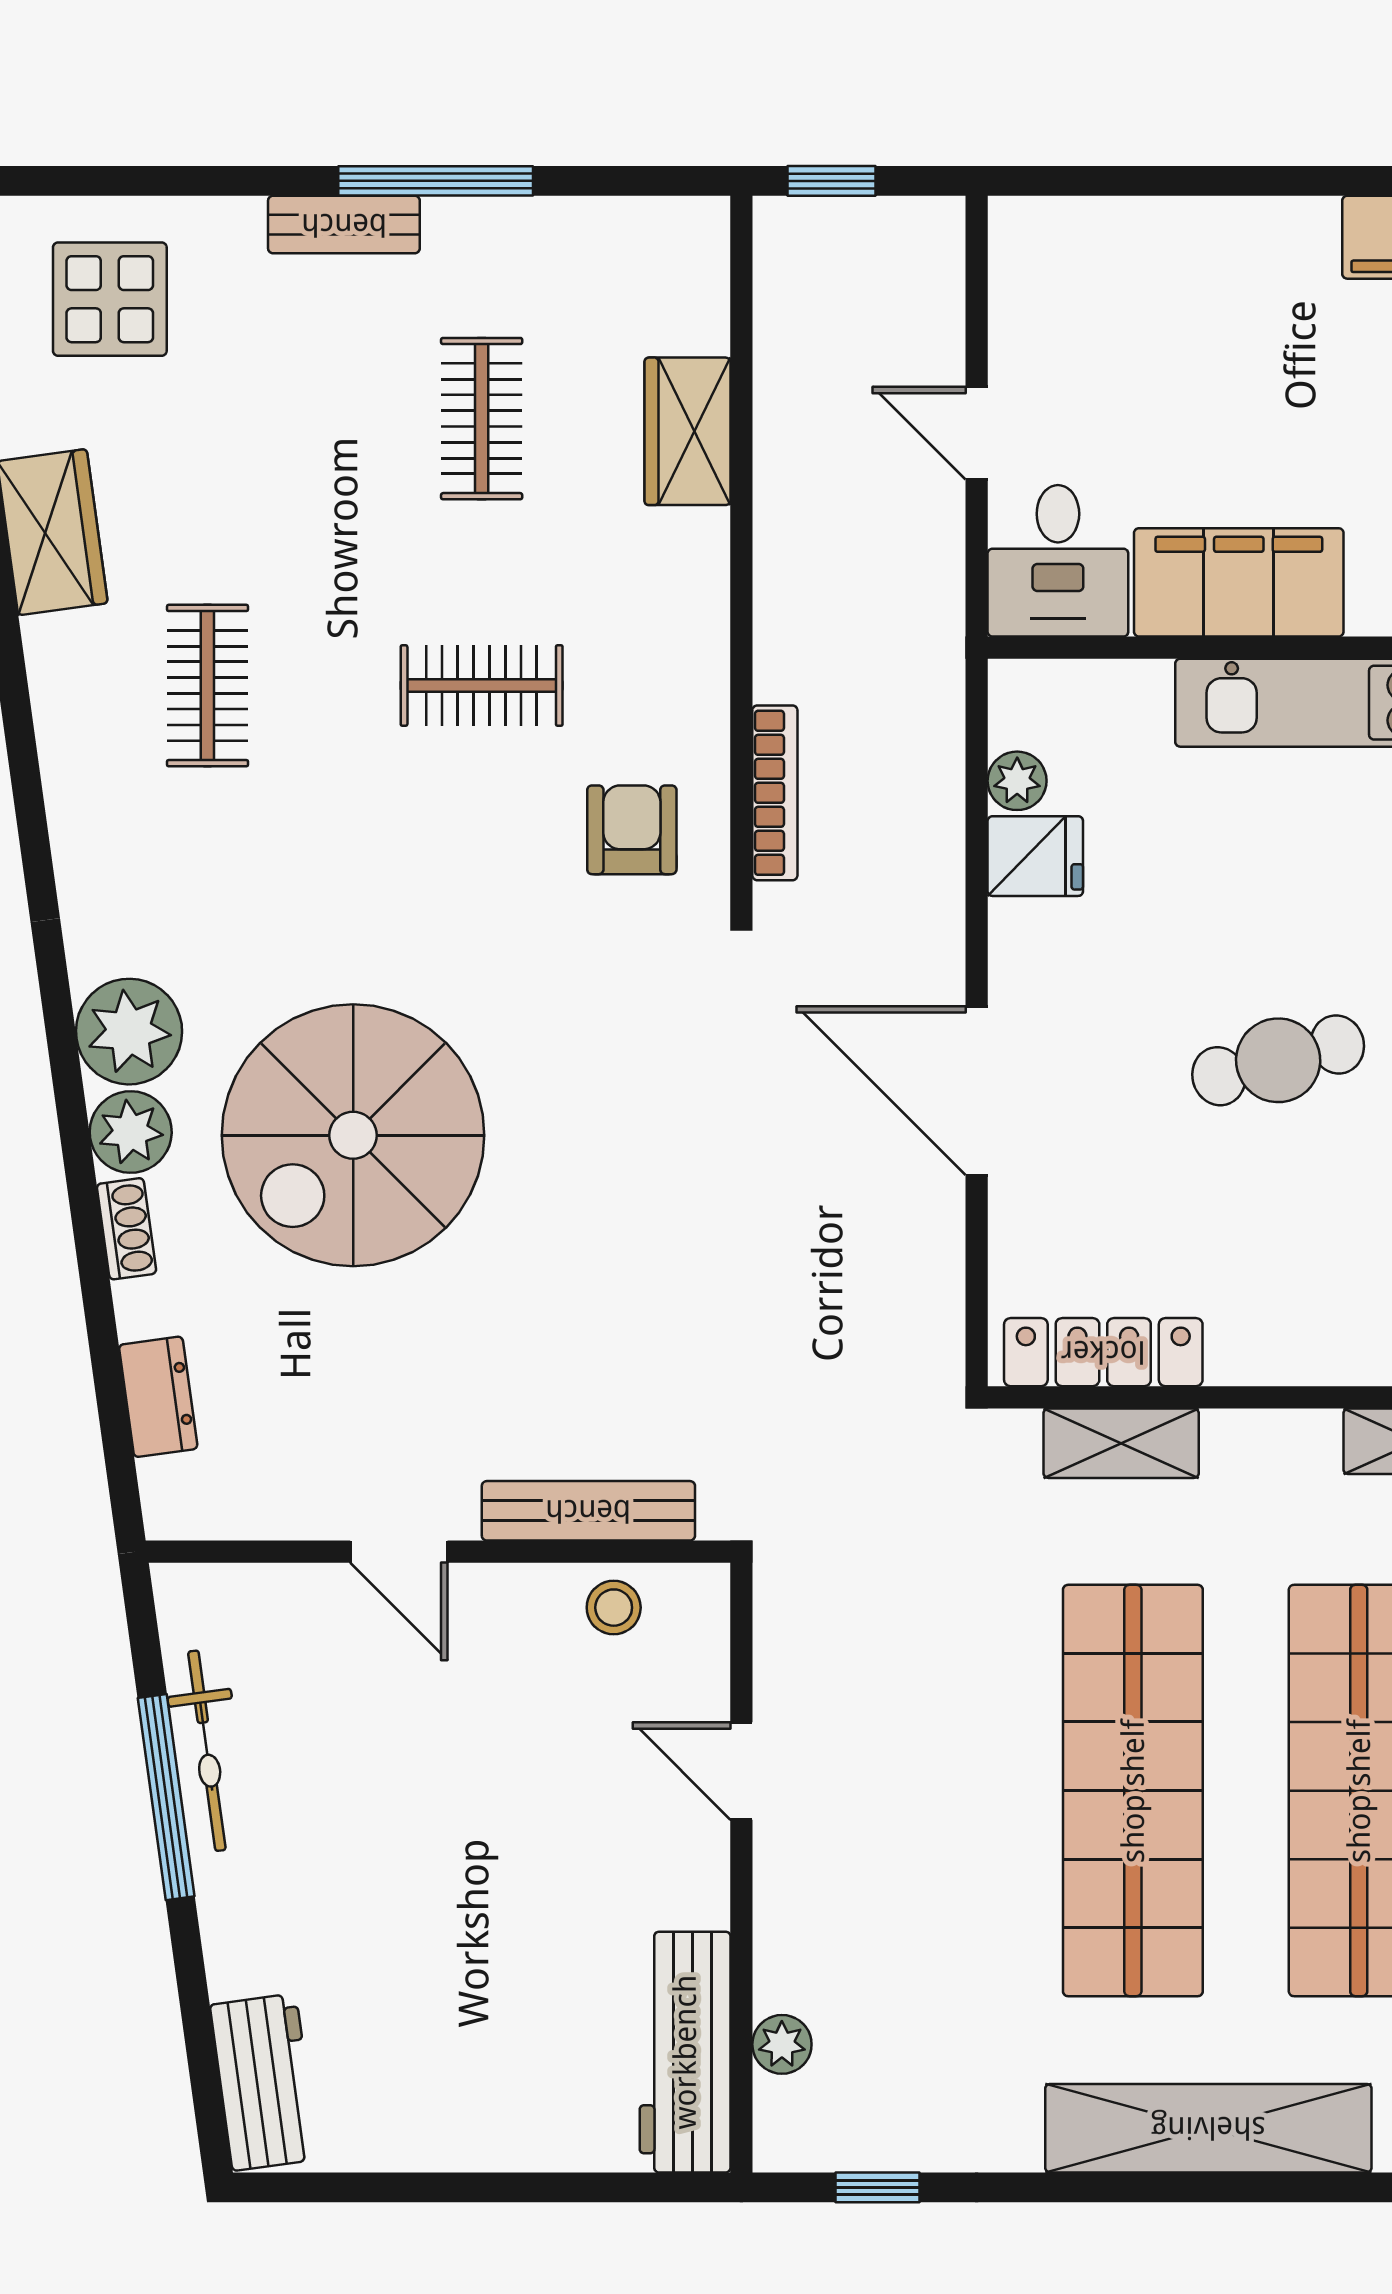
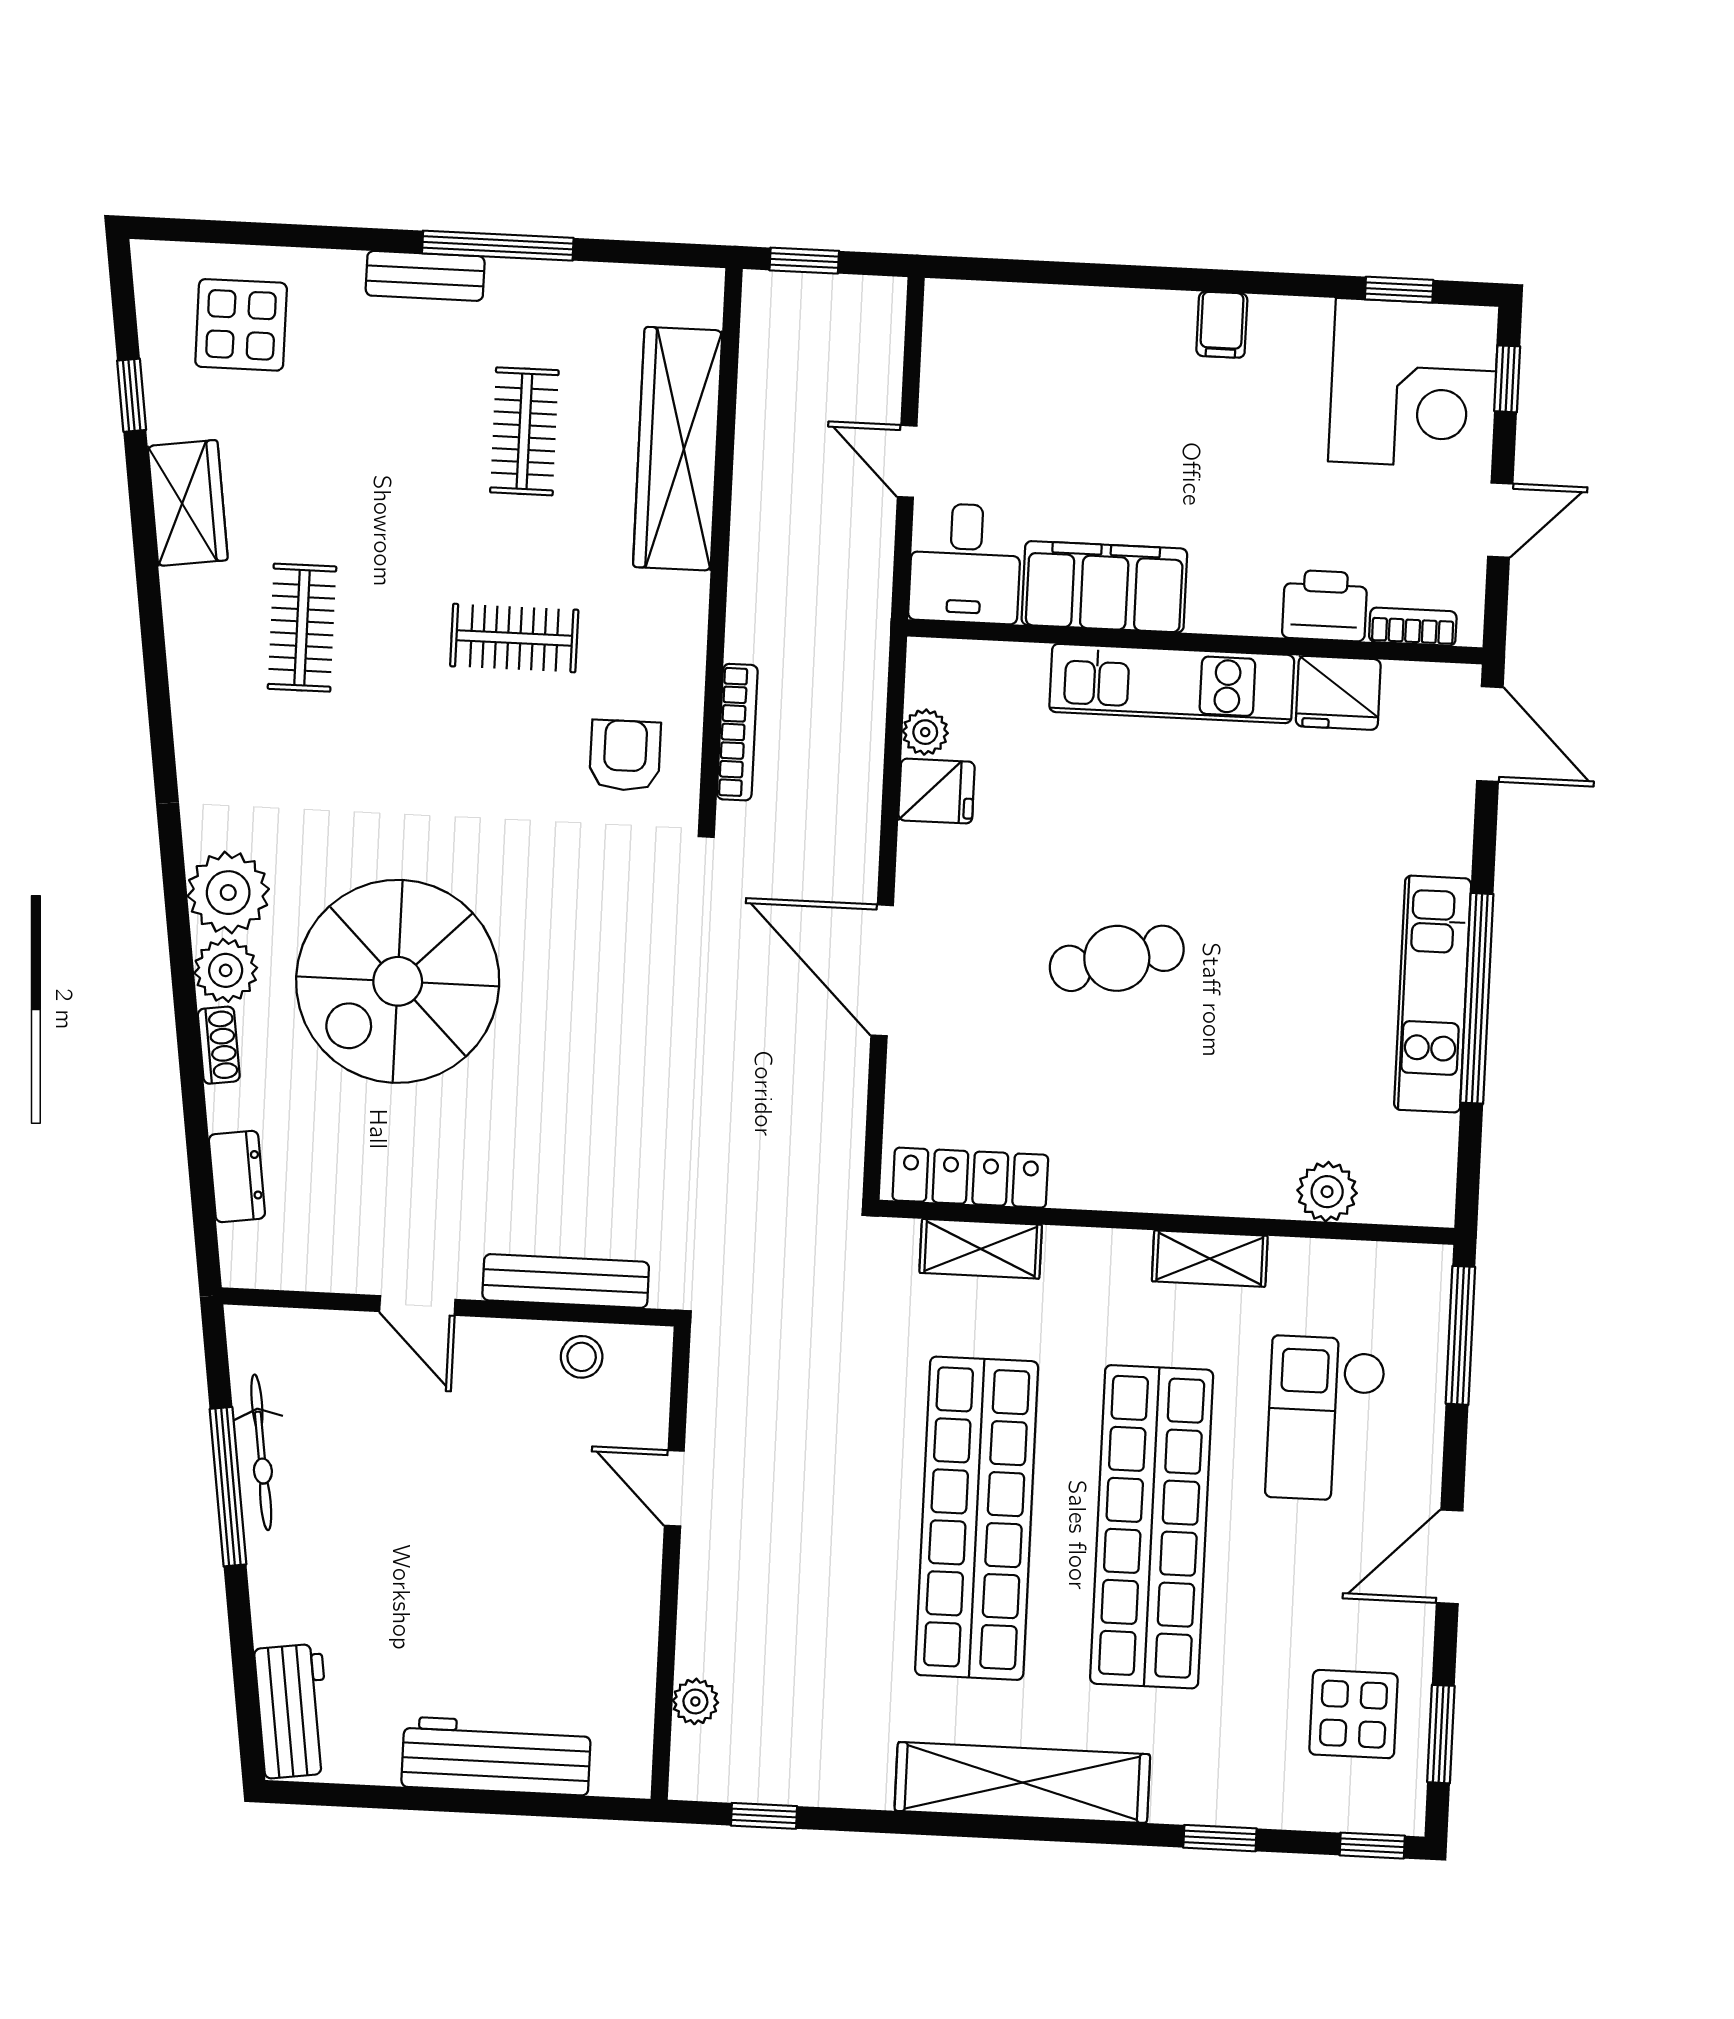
wardrobe: (688, 431) -> (678, 449), width x2.10, depth x1.17
workbench: (685, 2052) -> (496, 1756), moved, turned 90

